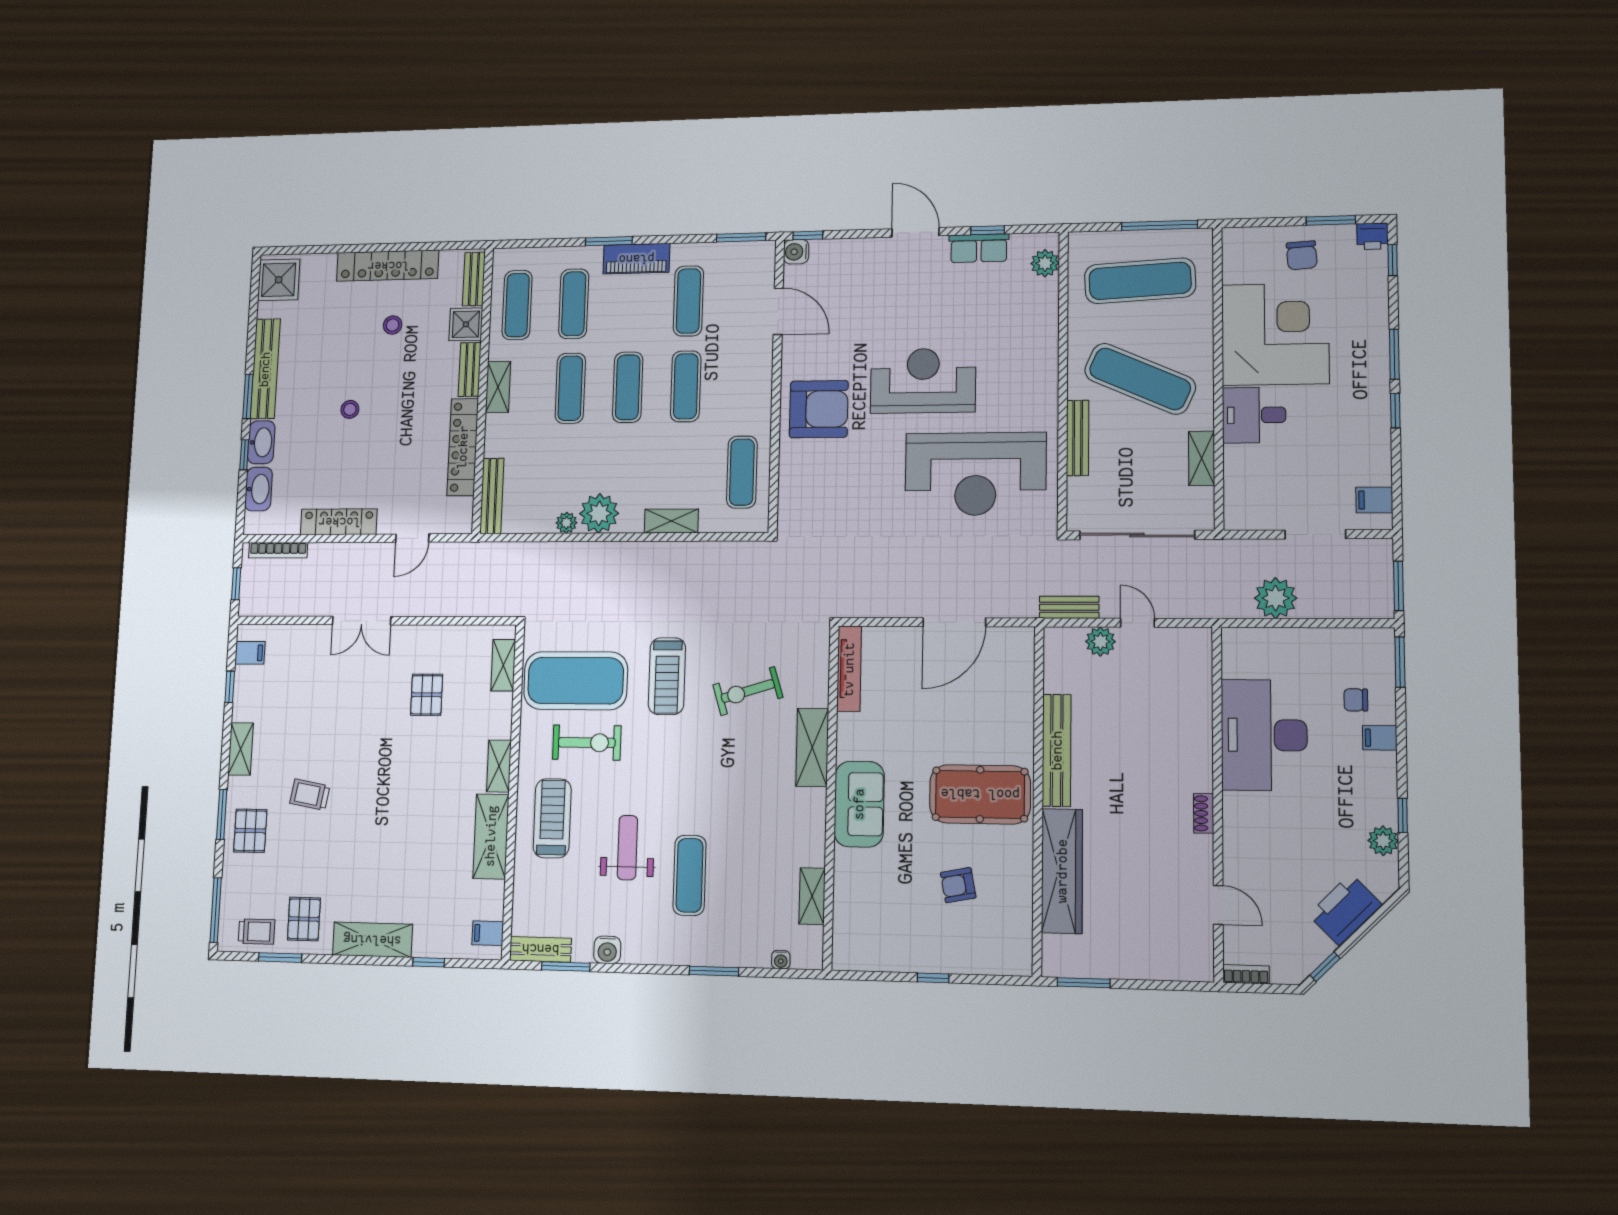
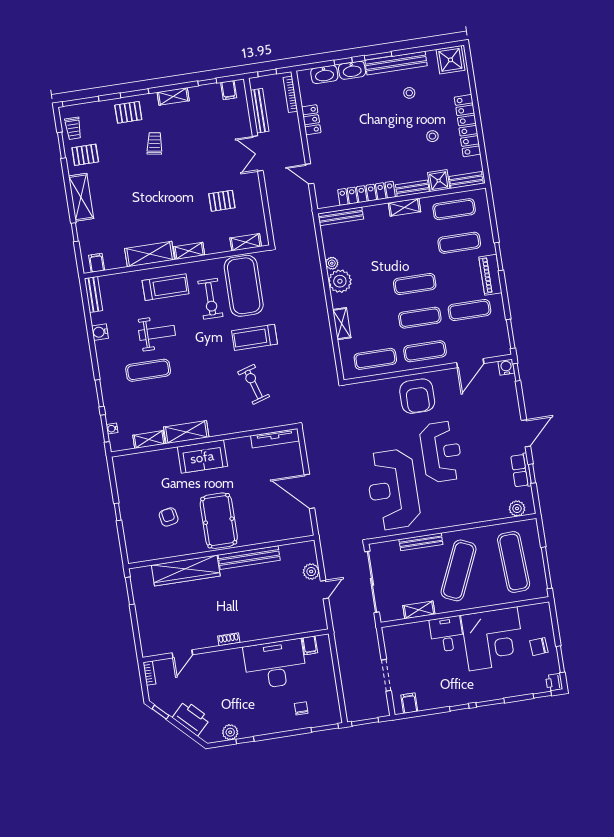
exercise mat: (570, 388) -> (425, 351), moved
stool: (350, 409) -> (409, 93), moved
locker: (339, 522) -> (311, 120), width x0.66
plant: (1276, 598) -> (349, 660), removed
bench: (1069, 607) -> (260, 111), moved, width x1.36
filing cabinet: (1380, 738) -> (310, 645), moved, turned 180
shelving: (812, 747) -> (186, 432), moved
window: (566, 966) -> (105, 428), moved

